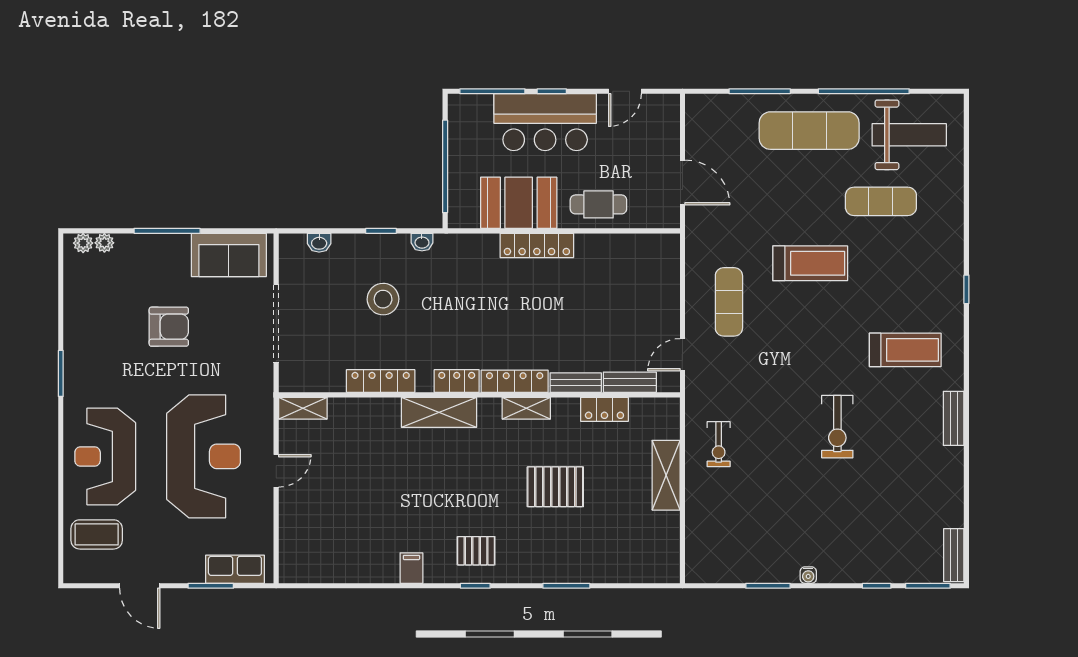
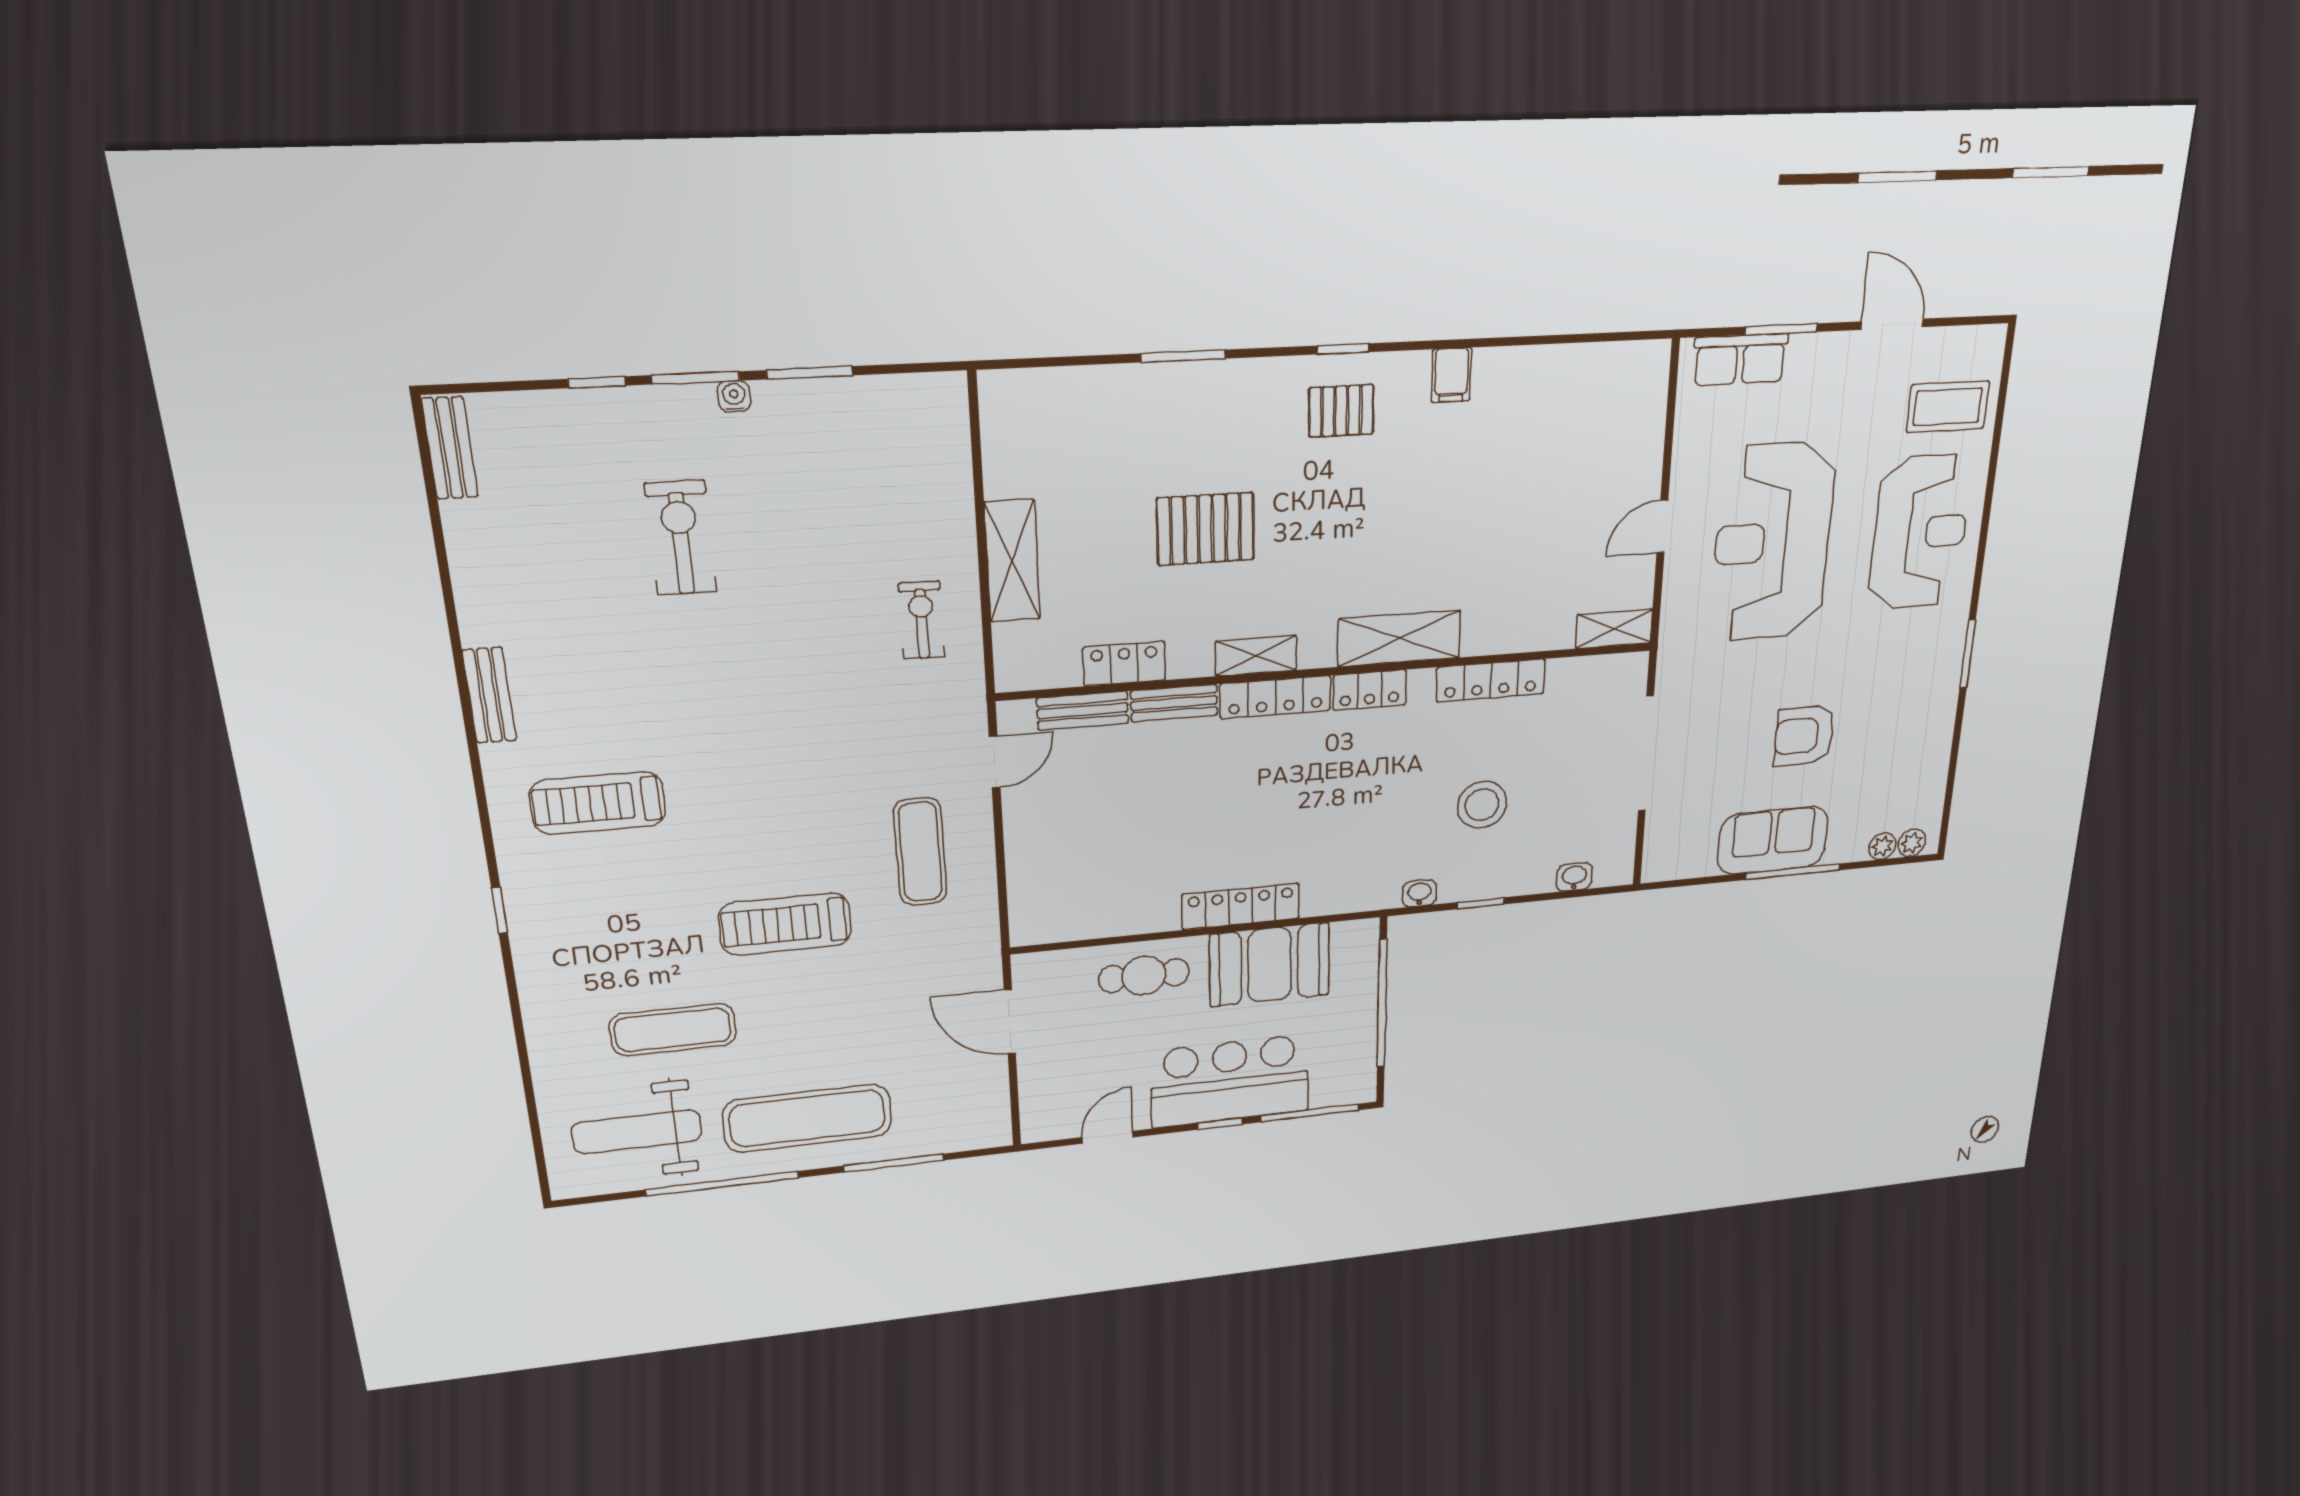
sofa: (229, 255) -> (1773, 840), moved
exercise bike: (837, 427) -> (681, 538), moved
window: (928, 586) -> (695, 378), moved

